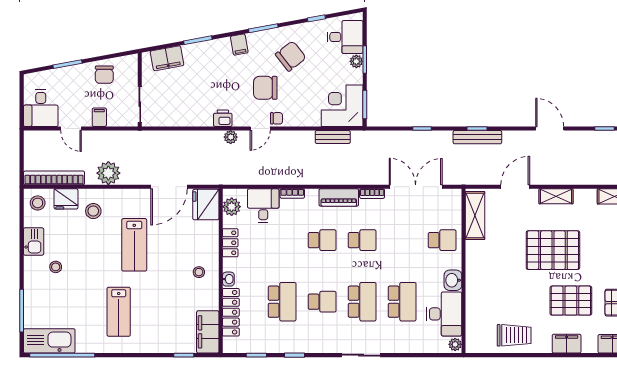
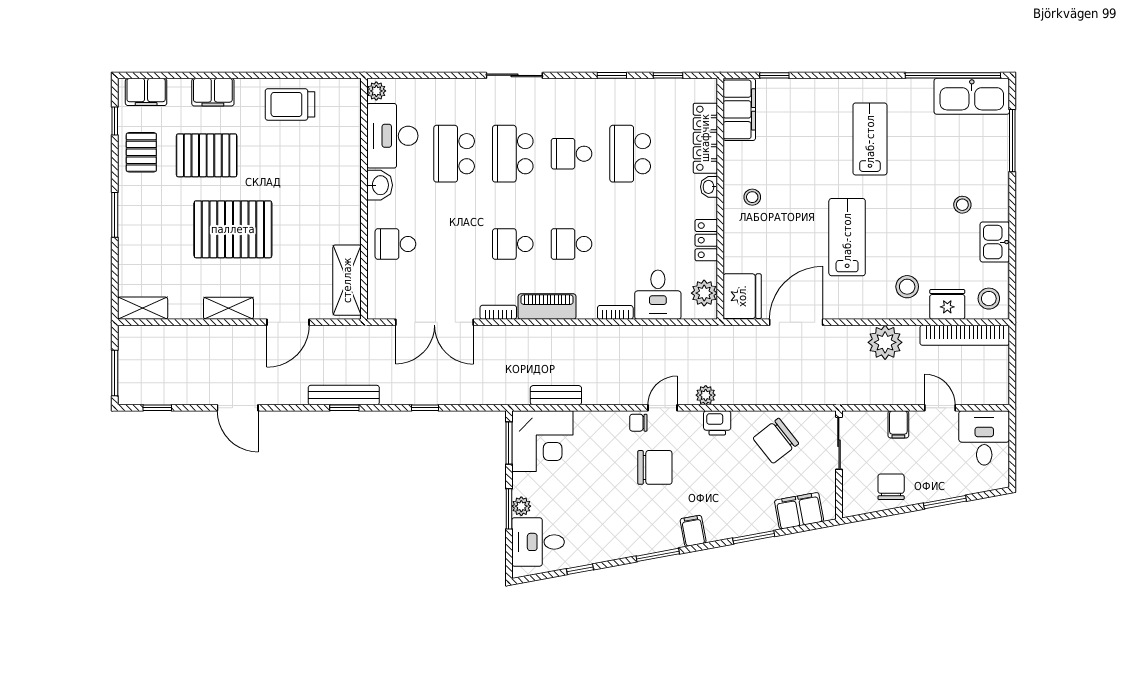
chair: (291, 56) -> (776, 441), moved

